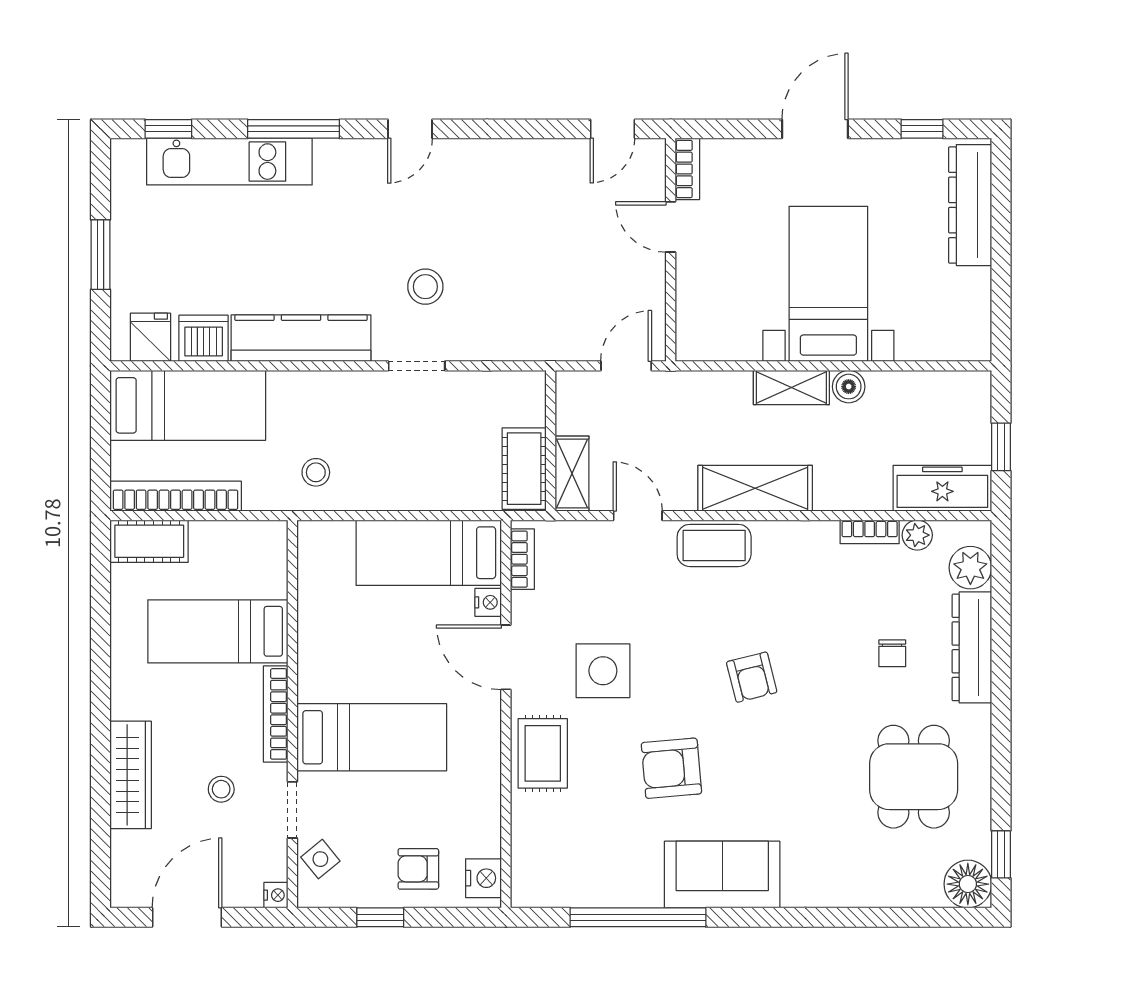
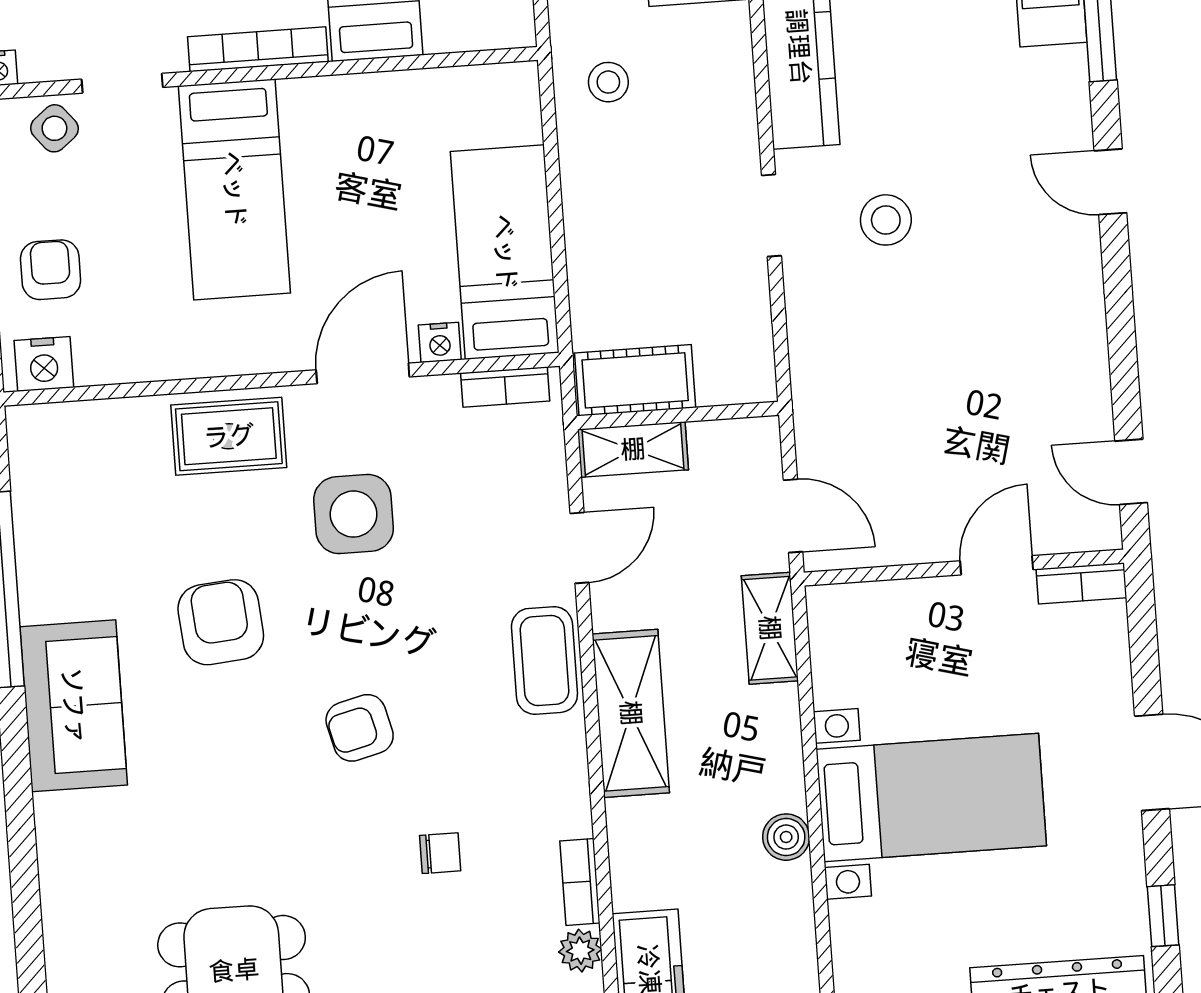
shelving: (791, 387) -> (770, 628), moved
chair: (892, 653) -> (440, 853), moved, turned 180

